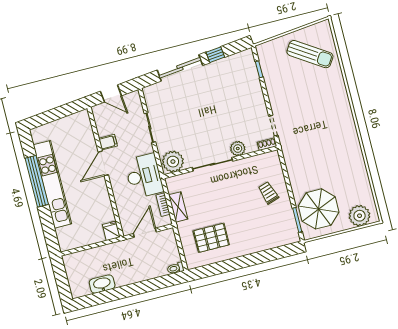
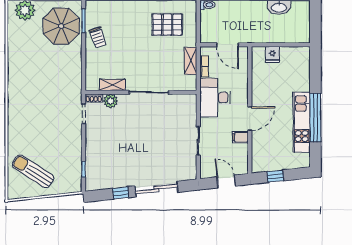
window: (62, 112) -> (275, 176), added
plant: (238, 149) -> (111, 101), moved
plant: (173, 162) -> (185, 104), removed
shelving: (252, 162) -> (112, 85), added
kitchen unit: (52, 184) -> (302, 122), width x0.73
trolley: (268, 193) -> (98, 37), moved
fridge: (111, 231) -> (272, 54), moved
door: (145, 233) -> (227, 45), hinge flipped

